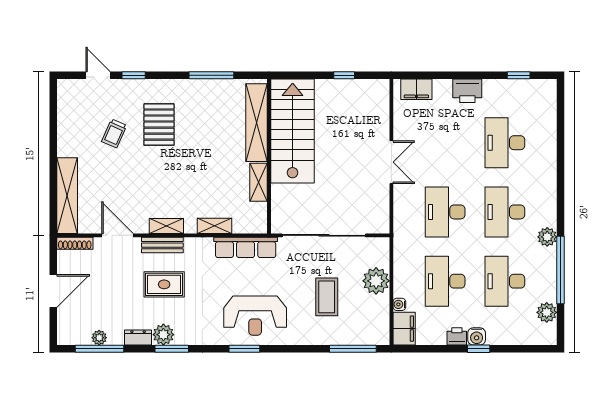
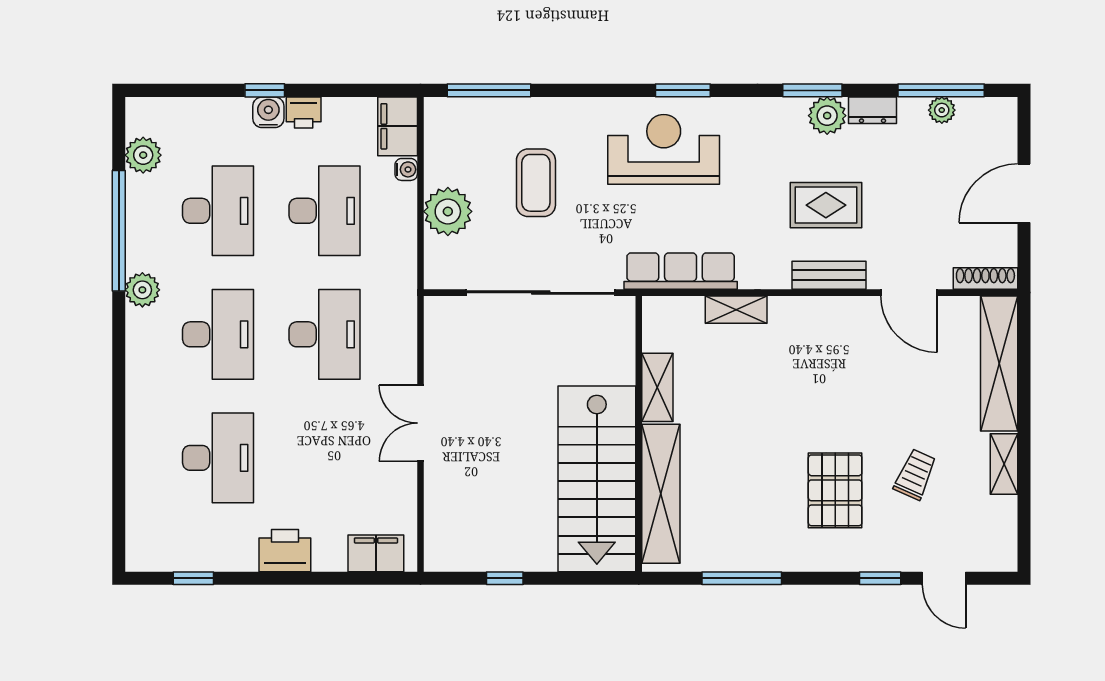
shelving: (166, 226) -> (1004, 464), moved, turned 90

